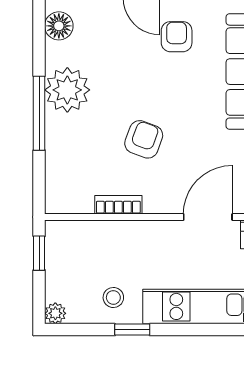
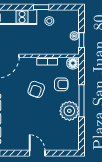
floor lamp: (59, 26) -> (73, 63), moved
armchair: (177, 37) -> (61, 84), moved, turned -90
plant: (55, 313) -> (74, 36), moved

